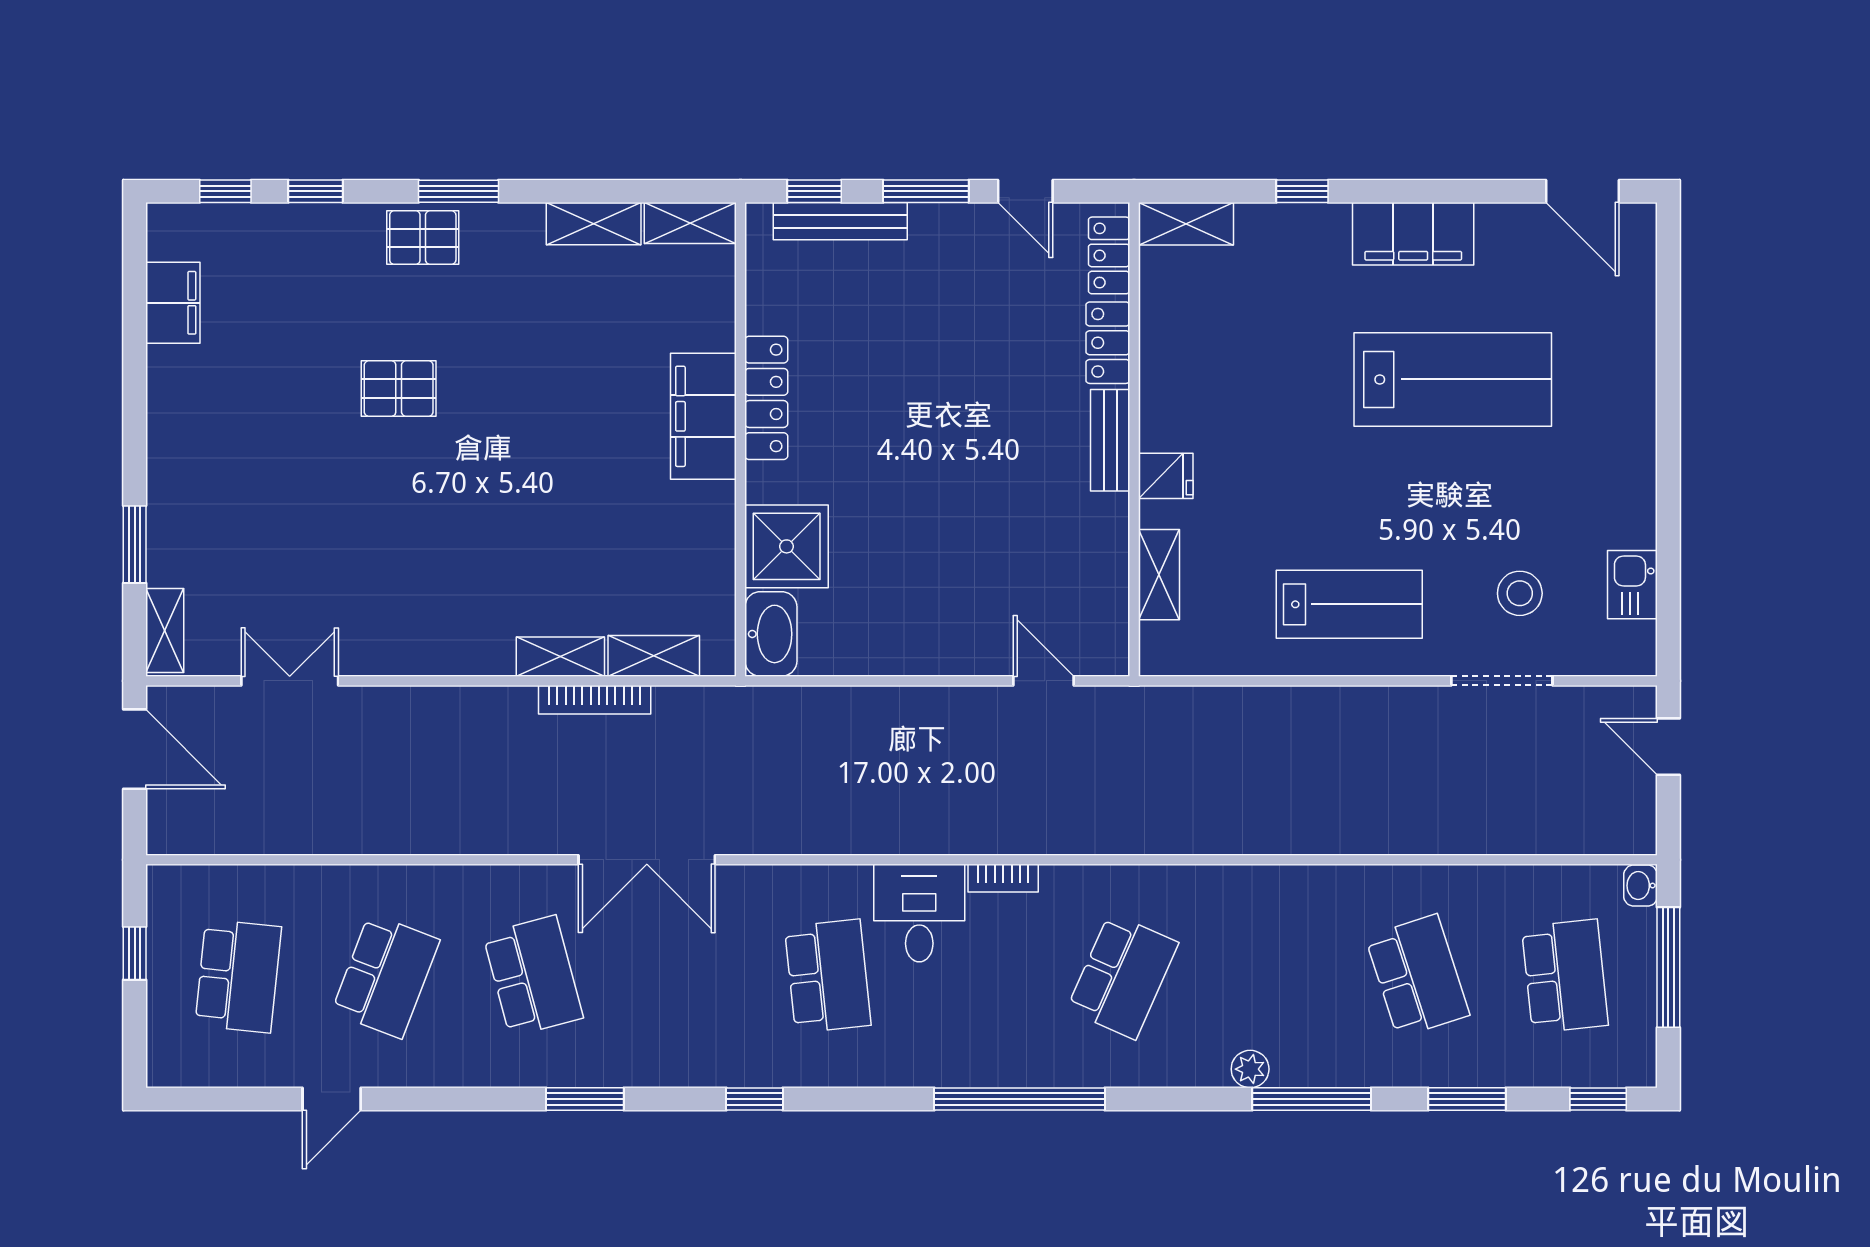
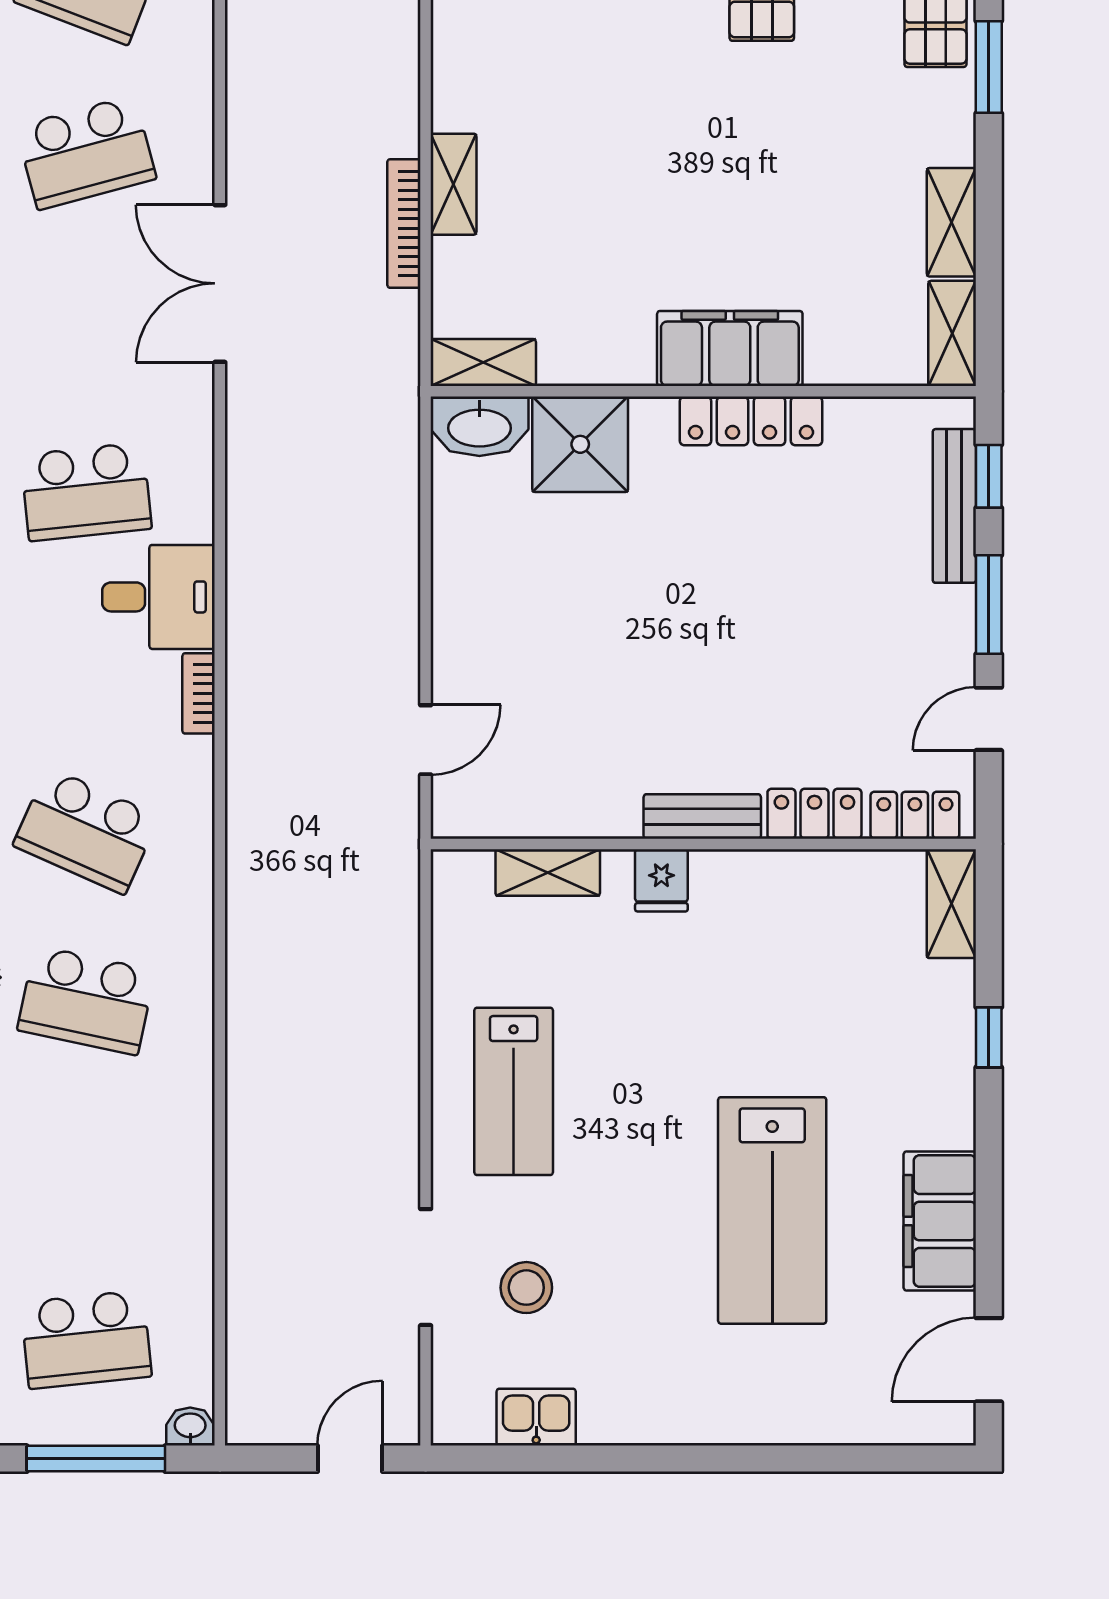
filing cabinet: (1413, 234) -> (940, 1221), moved
shelving: (654, 656) -> (483, 363), moved, turned 90
school desk: (1417, 976) -> (86, 1000), moved, turned 30

